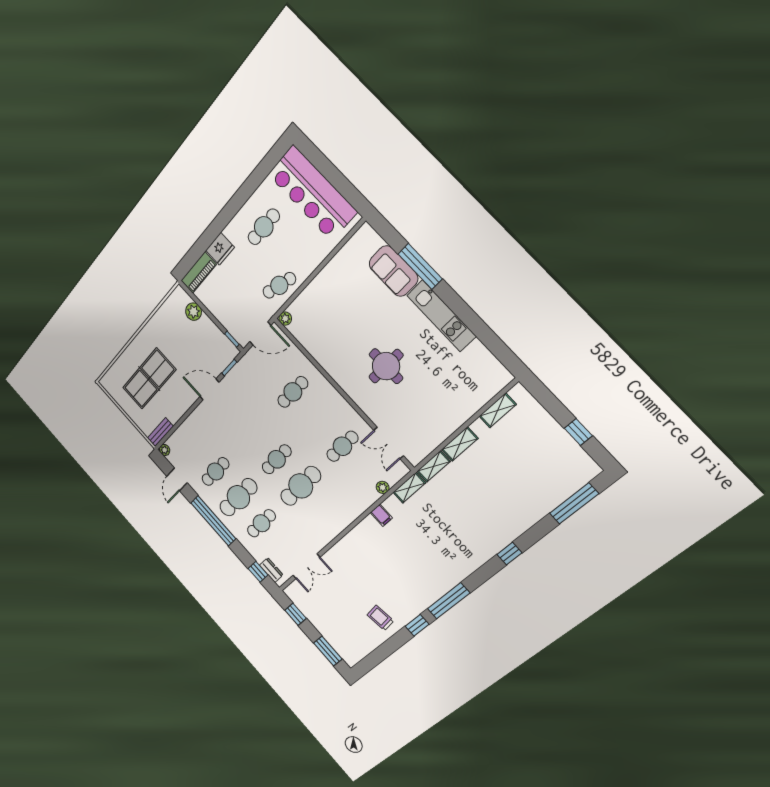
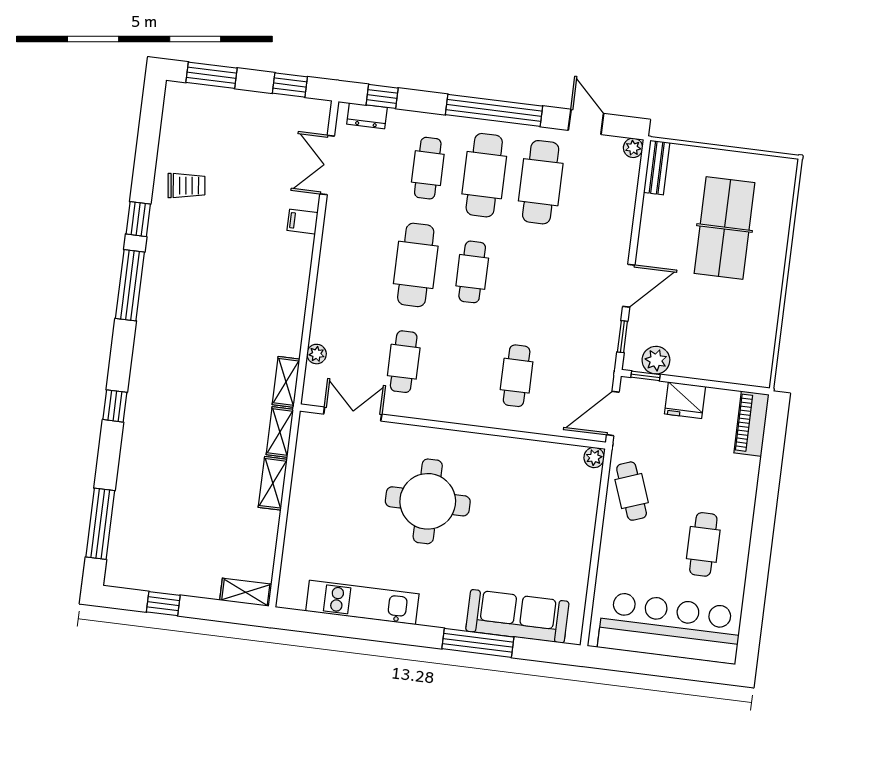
fridge: (220, 249) -> (685, 400), moved, turned -90
sofa: (393, 271) -> (517, 616), width x1.36
cafe table: (279, 285) -> (632, 491), turned -36
plant: (194, 312) -> (656, 360), moved
kitchen unit: (441, 316) -> (362, 602), moved
round table: (386, 366) -> (428, 501), width x1.36, depth x1.36
shelving: (498, 410) -> (246, 592), moved, turned 90
cafe table: (216, 471) -> (541, 182), width x1.37, depth x1.35
filing cabinet: (381, 515) -> (303, 222), moved

